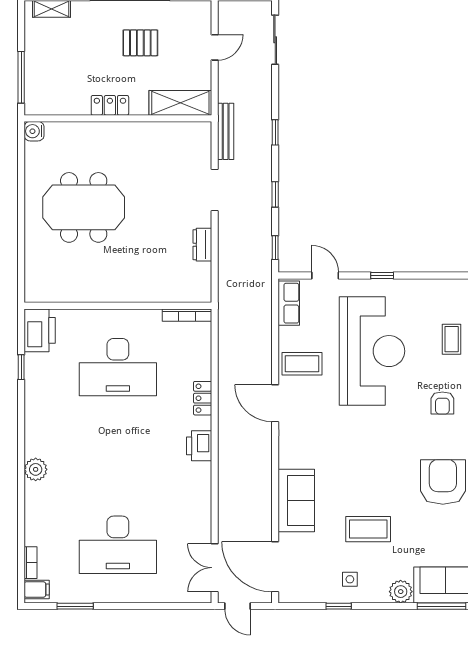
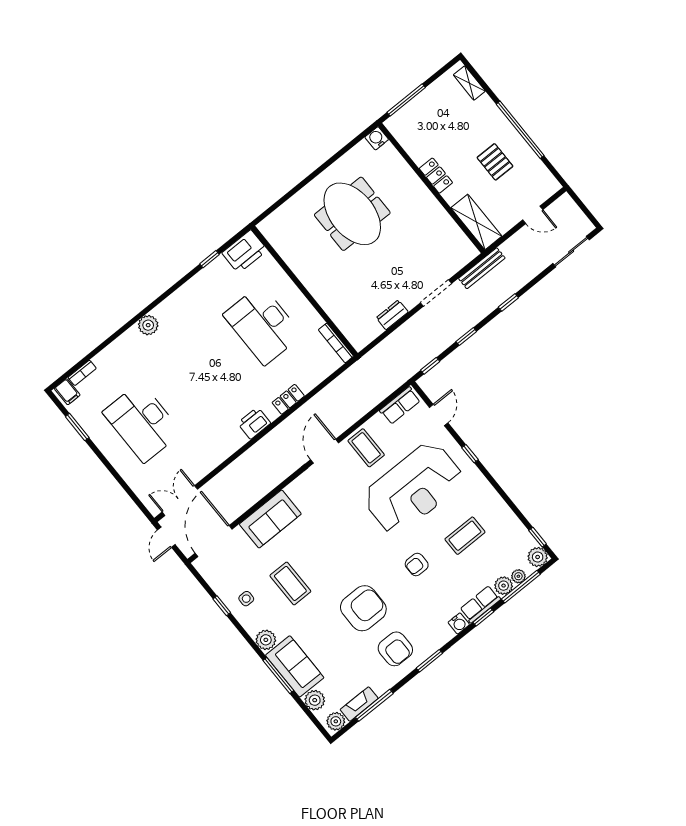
coffee table: (452, 339) -> (465, 536), width x1.36, depth x1.30

